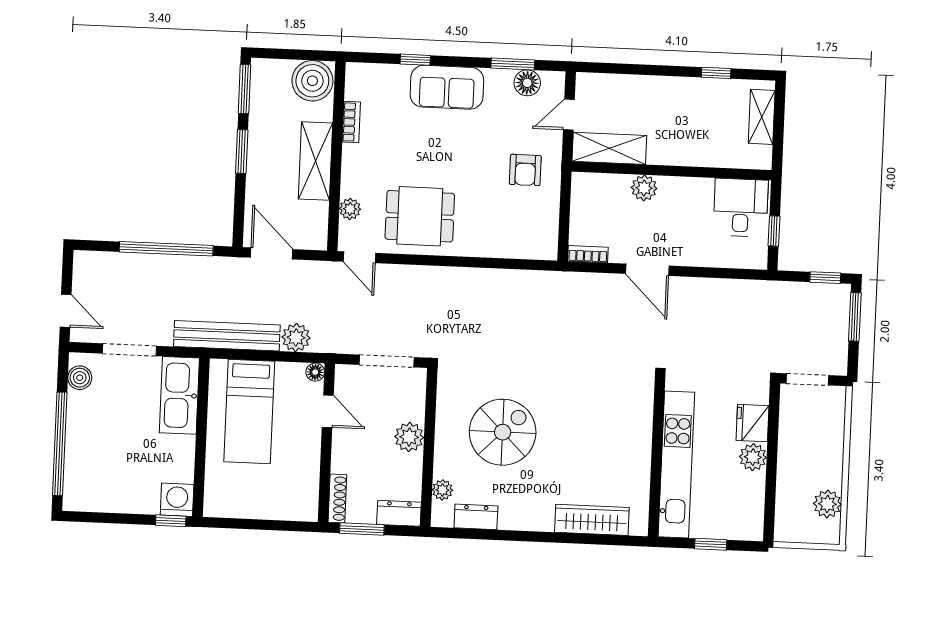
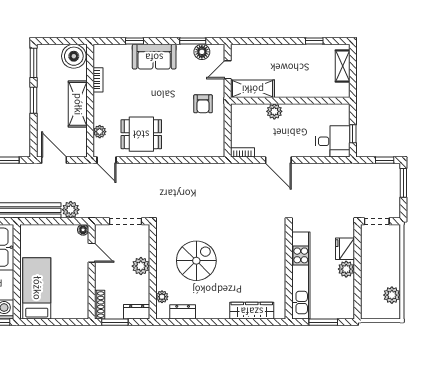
desk: (741, 208) -> (333, 141), moved, turned 90
bed: (249, 412) -> (37, 288), moved, turned 180
window: (711, 544) -> (323, 322), width x1.50

